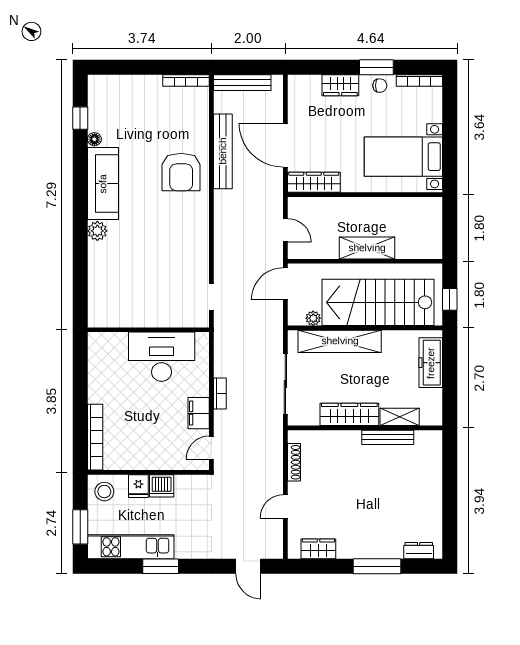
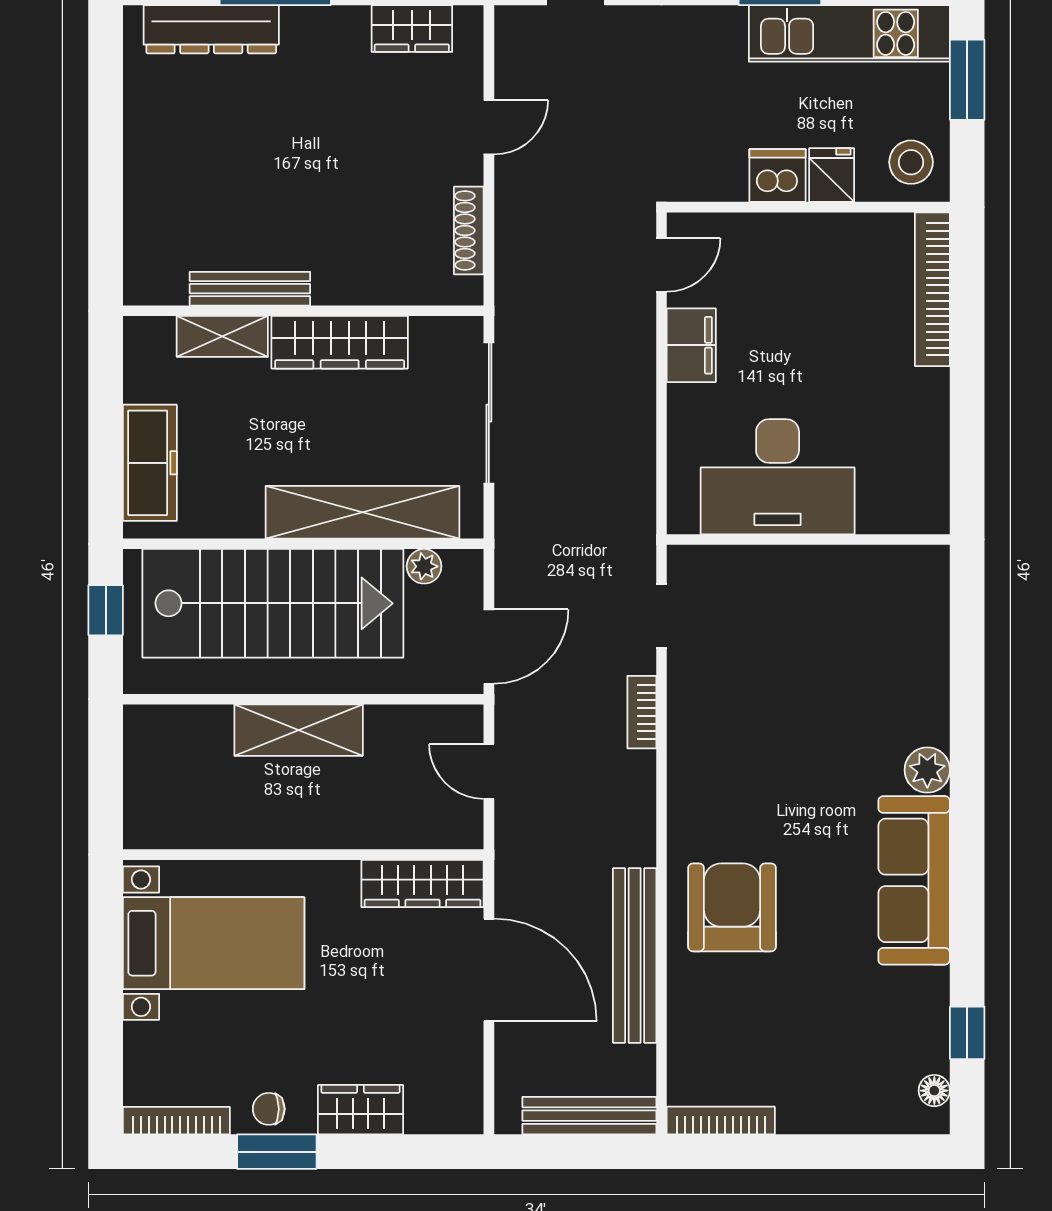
floor lamp: (94, 139) -> (934, 1091), moved
bookcase: (220, 393) -> (642, 712), moved
dresser: (419, 551) -> (211, 29), width x1.96, depth x1.24

